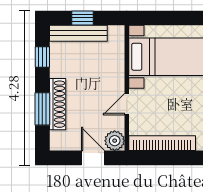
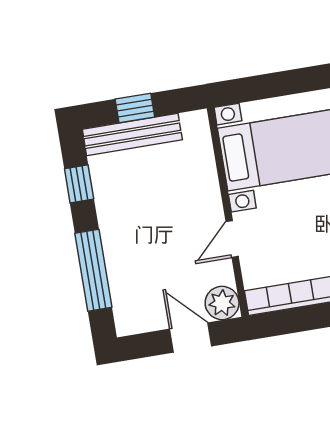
shoe rack: (58, 104) -> (117, 258), removed
window: (42, 109) -> (93, 270), width x1.44

